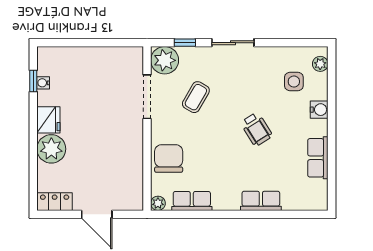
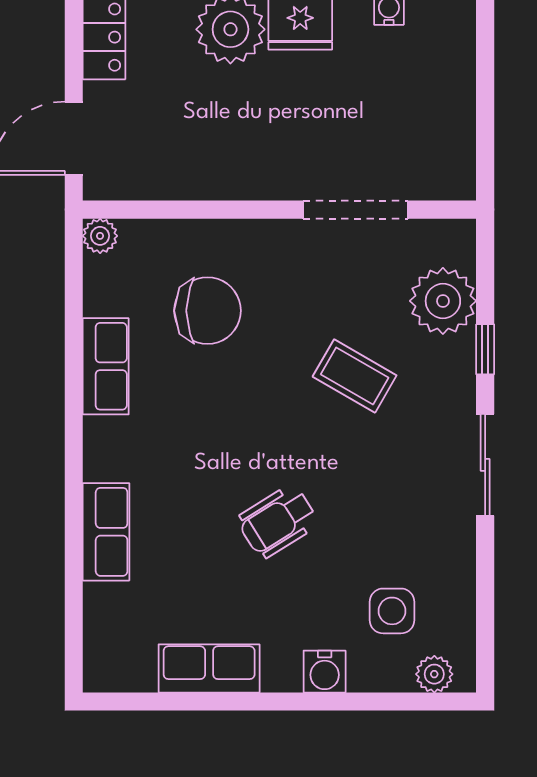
doorway: (147, 97) -> (355, 210), moved
wall: (147, 128) -> (279, 210), moved
plant: (158, 203) -> (100, 236), moved

